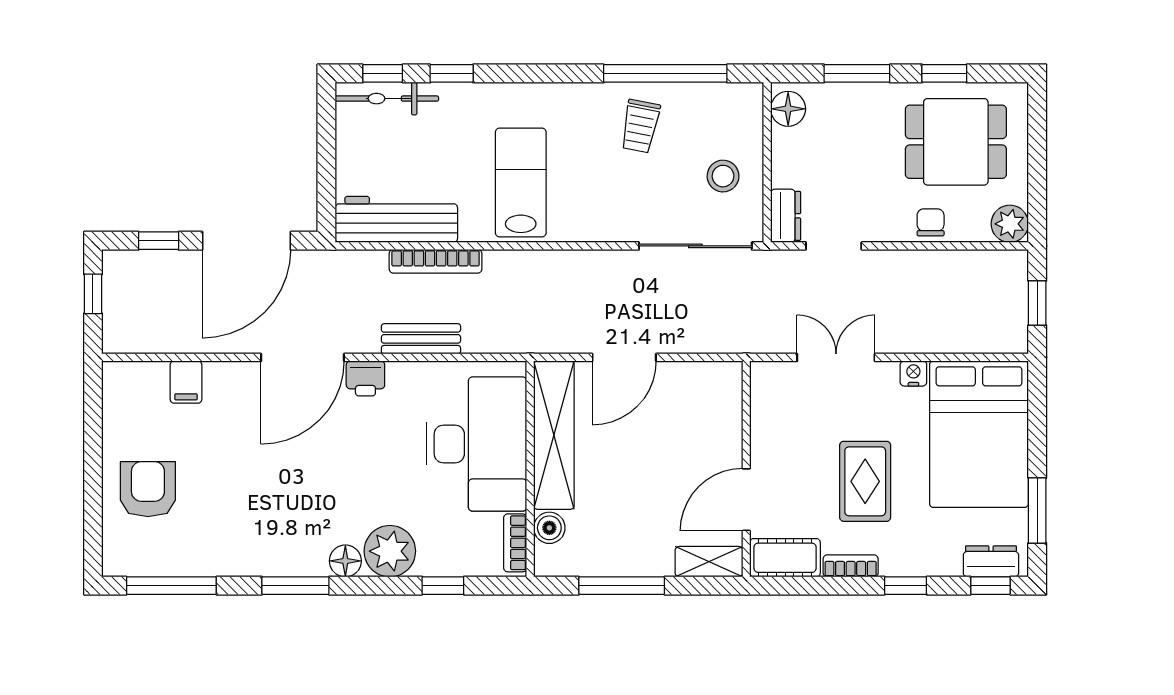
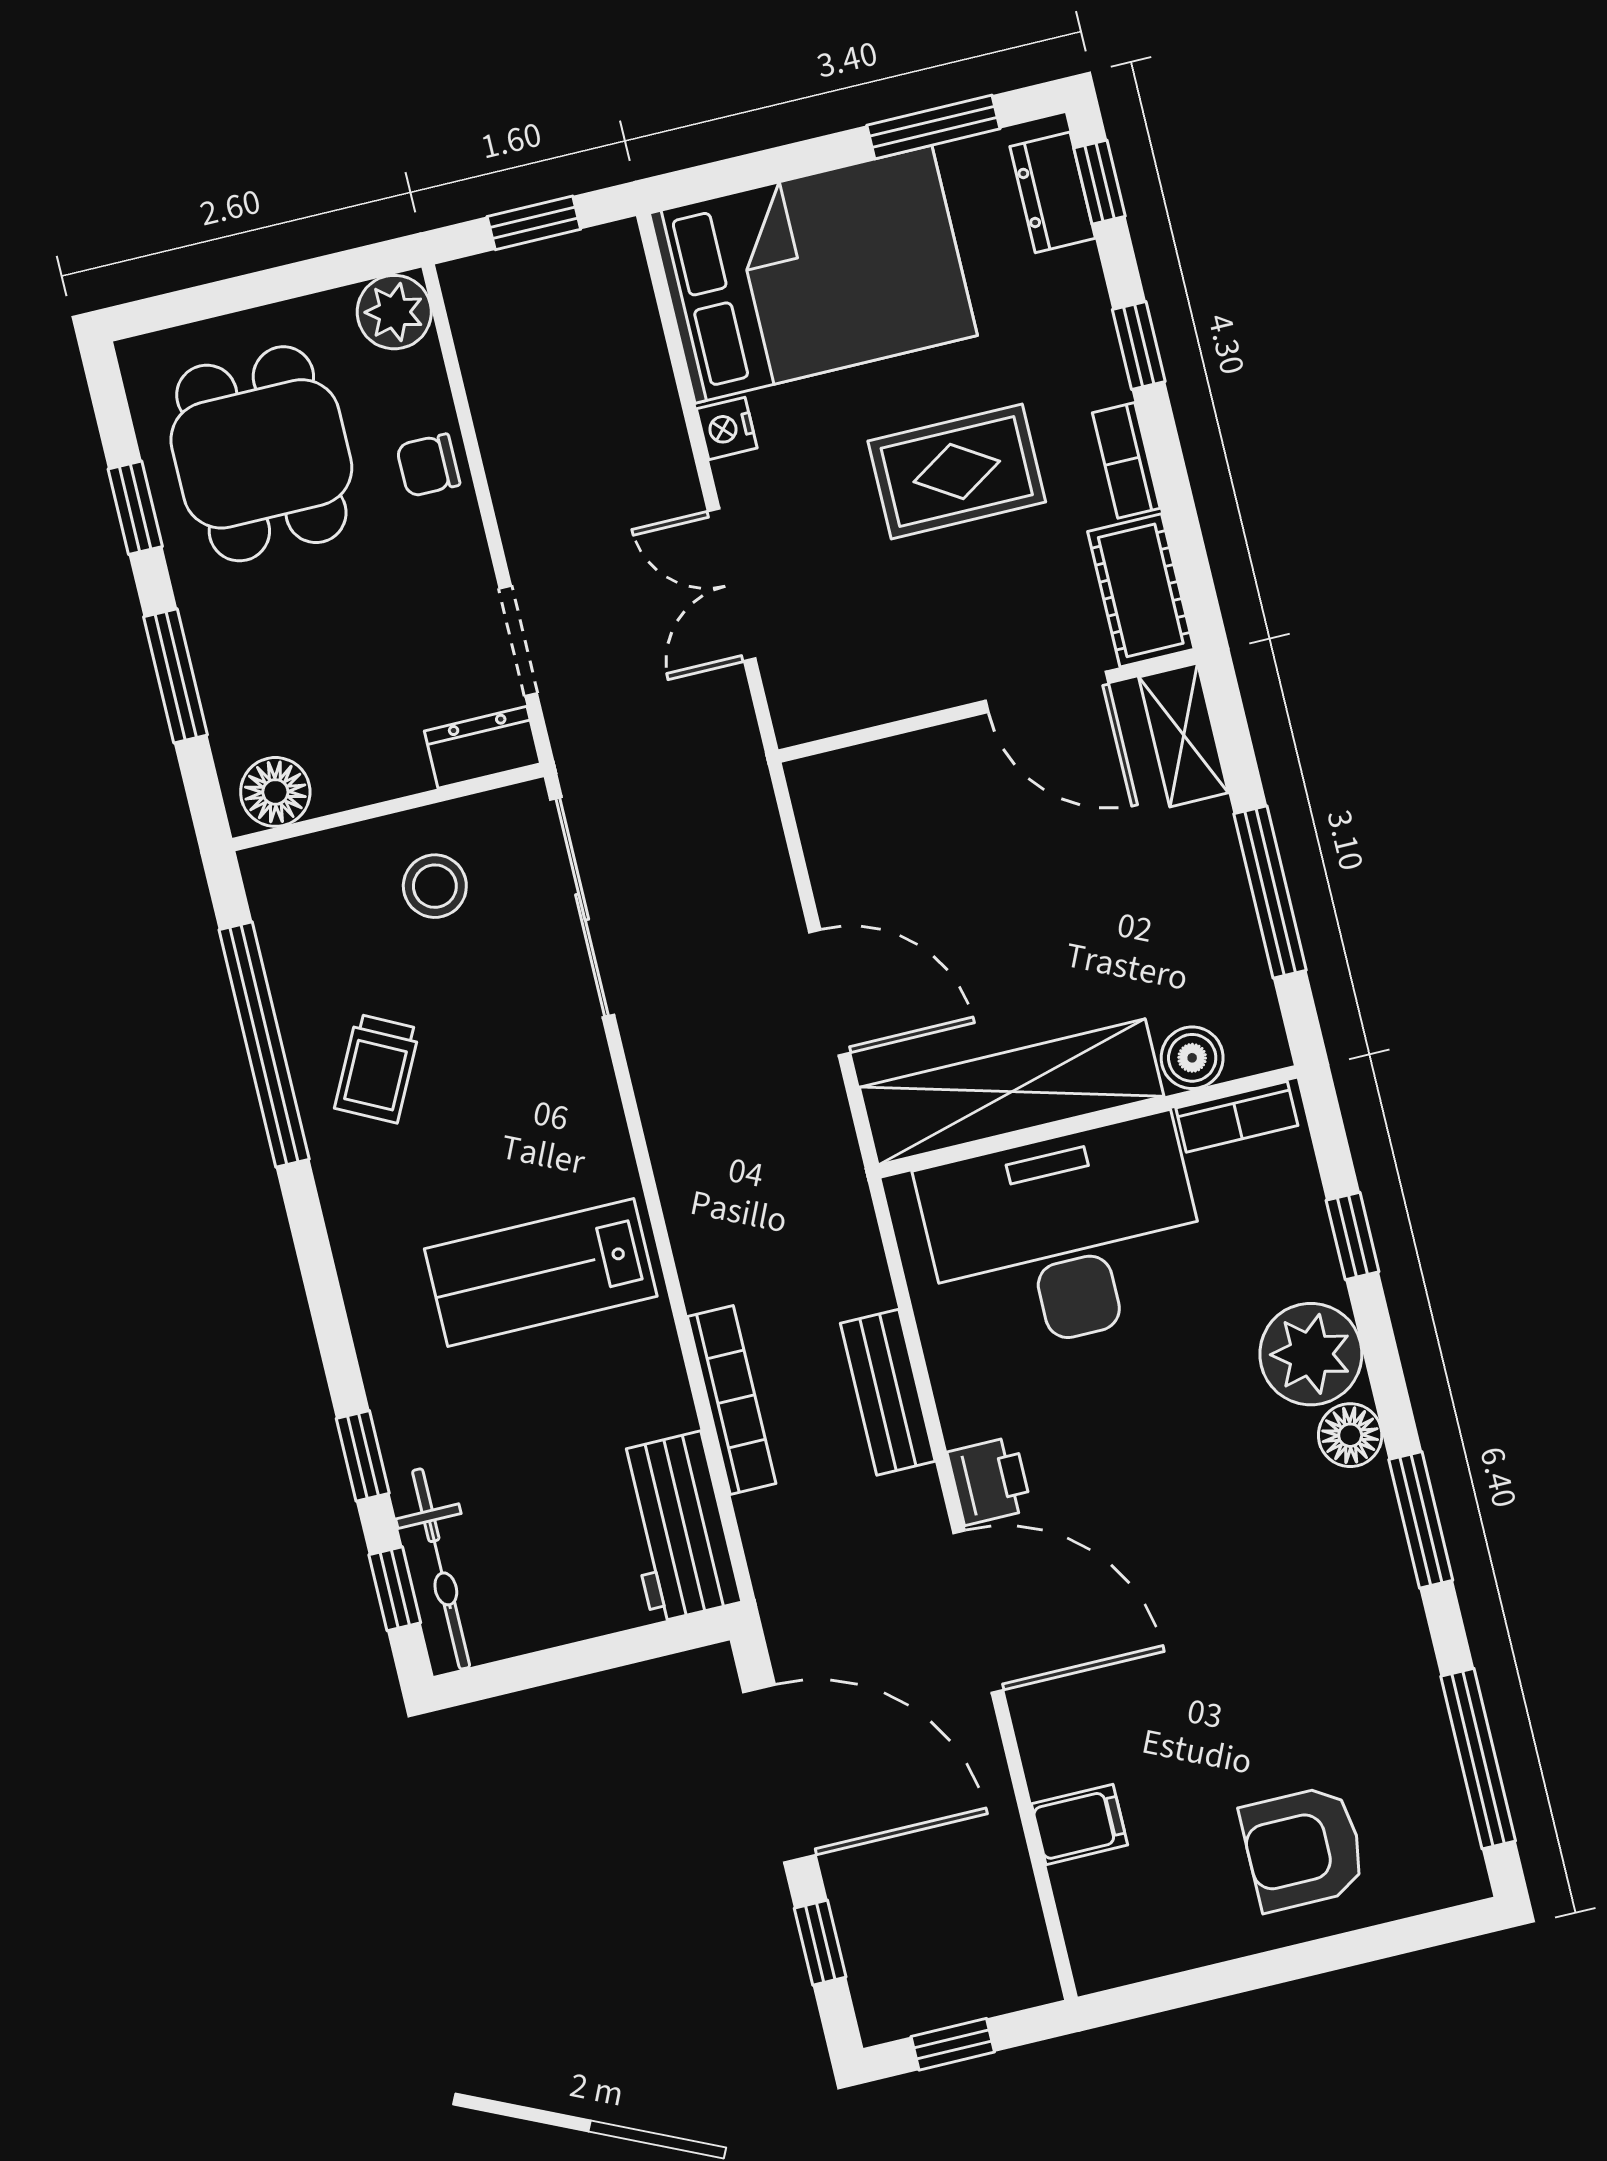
trolley: (640, 126) -> (377, 1069), turned 106
workbench: (396, 219) -> (677, 1527), width x0.73

